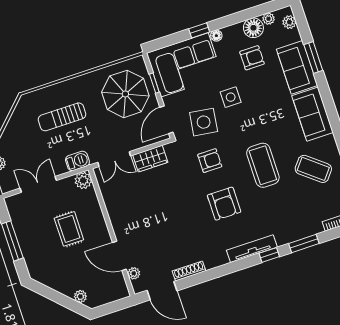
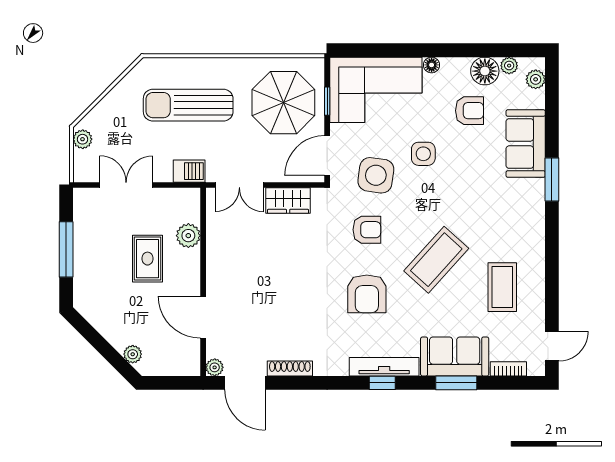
window: (199, 30) -> (411, 50), removed
window: (313, 57) -> (552, 179), moved
sofa: (312, 114) -> (455, 356), moved, turned 90
sun lounger: (62, 117) -> (188, 105), width x1.36, depth x1.34
coffee table: (263, 165) -> (436, 260), turned 42
coffee table: (313, 169) -> (502, 287), turned 51
plant: (83, 180) -> (188, 236), moved
window: (269, 255) -> (382, 383), moved
plant: (134, 273) -> (215, 367), moved

